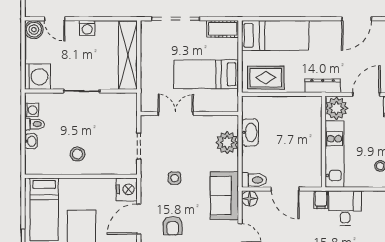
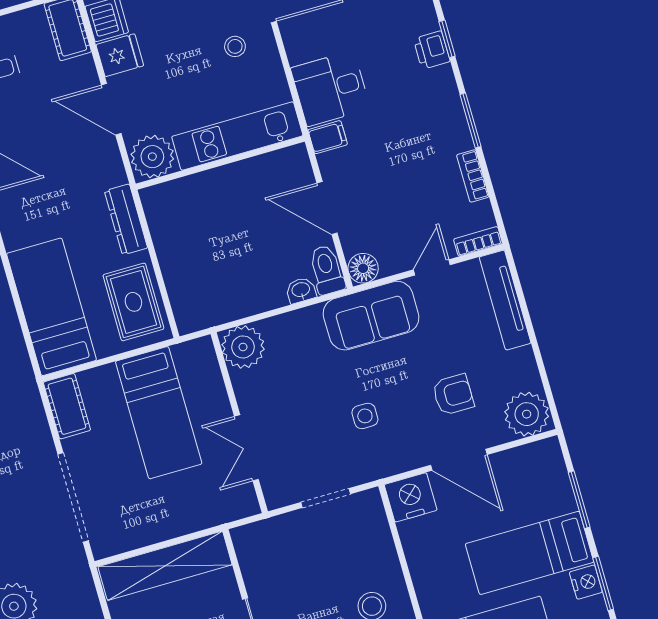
dresser: (323, 86) -> (126, 219), moved
washbasin: (250, 132) -> (301, 290), moved, width x0.52, depth x0.69
plant: (227, 142) -> (243, 347), moved
door: (285, 189) -> (327, 208), swing flipped

